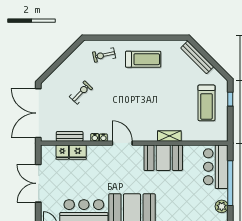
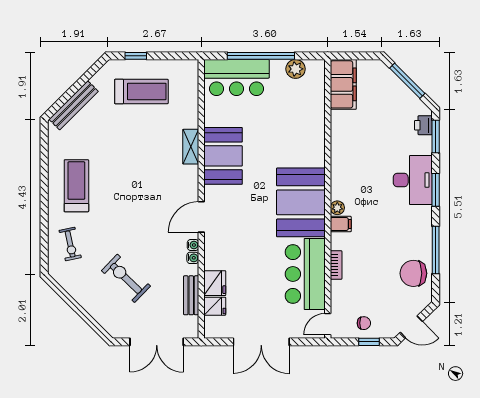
exercise bike: (81, 92) -> (126, 278), width x1.38, depth x1.39
double door: (38, 113) -> (157, 342), width x0.73

